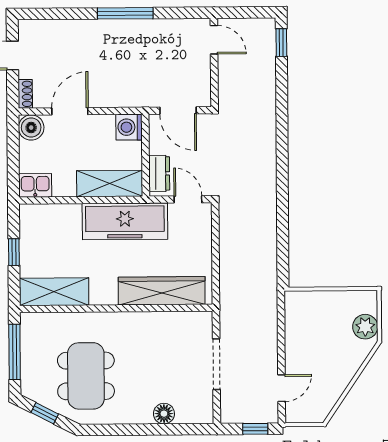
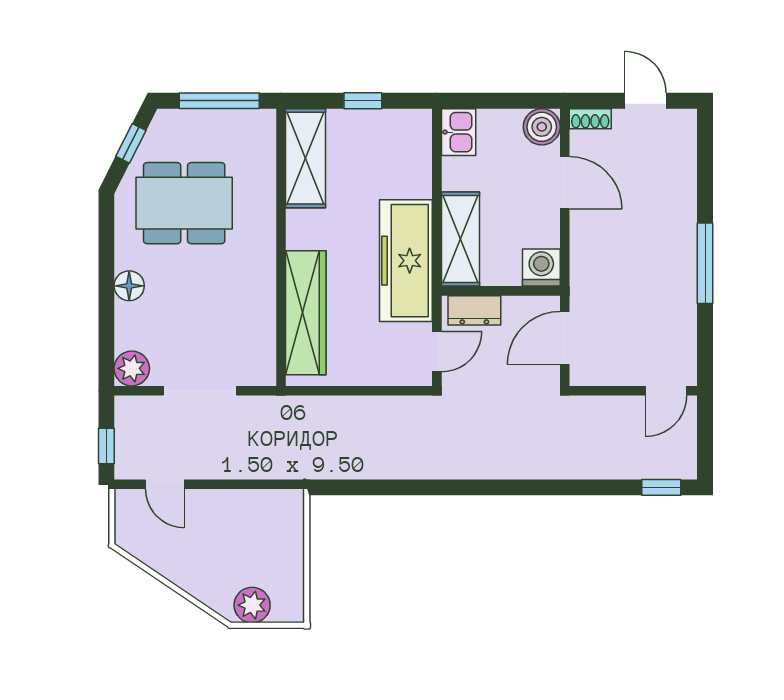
plant: (201, 412) -> (132, 368), added
floor lamp: (164, 414) -> (129, 286), moved

